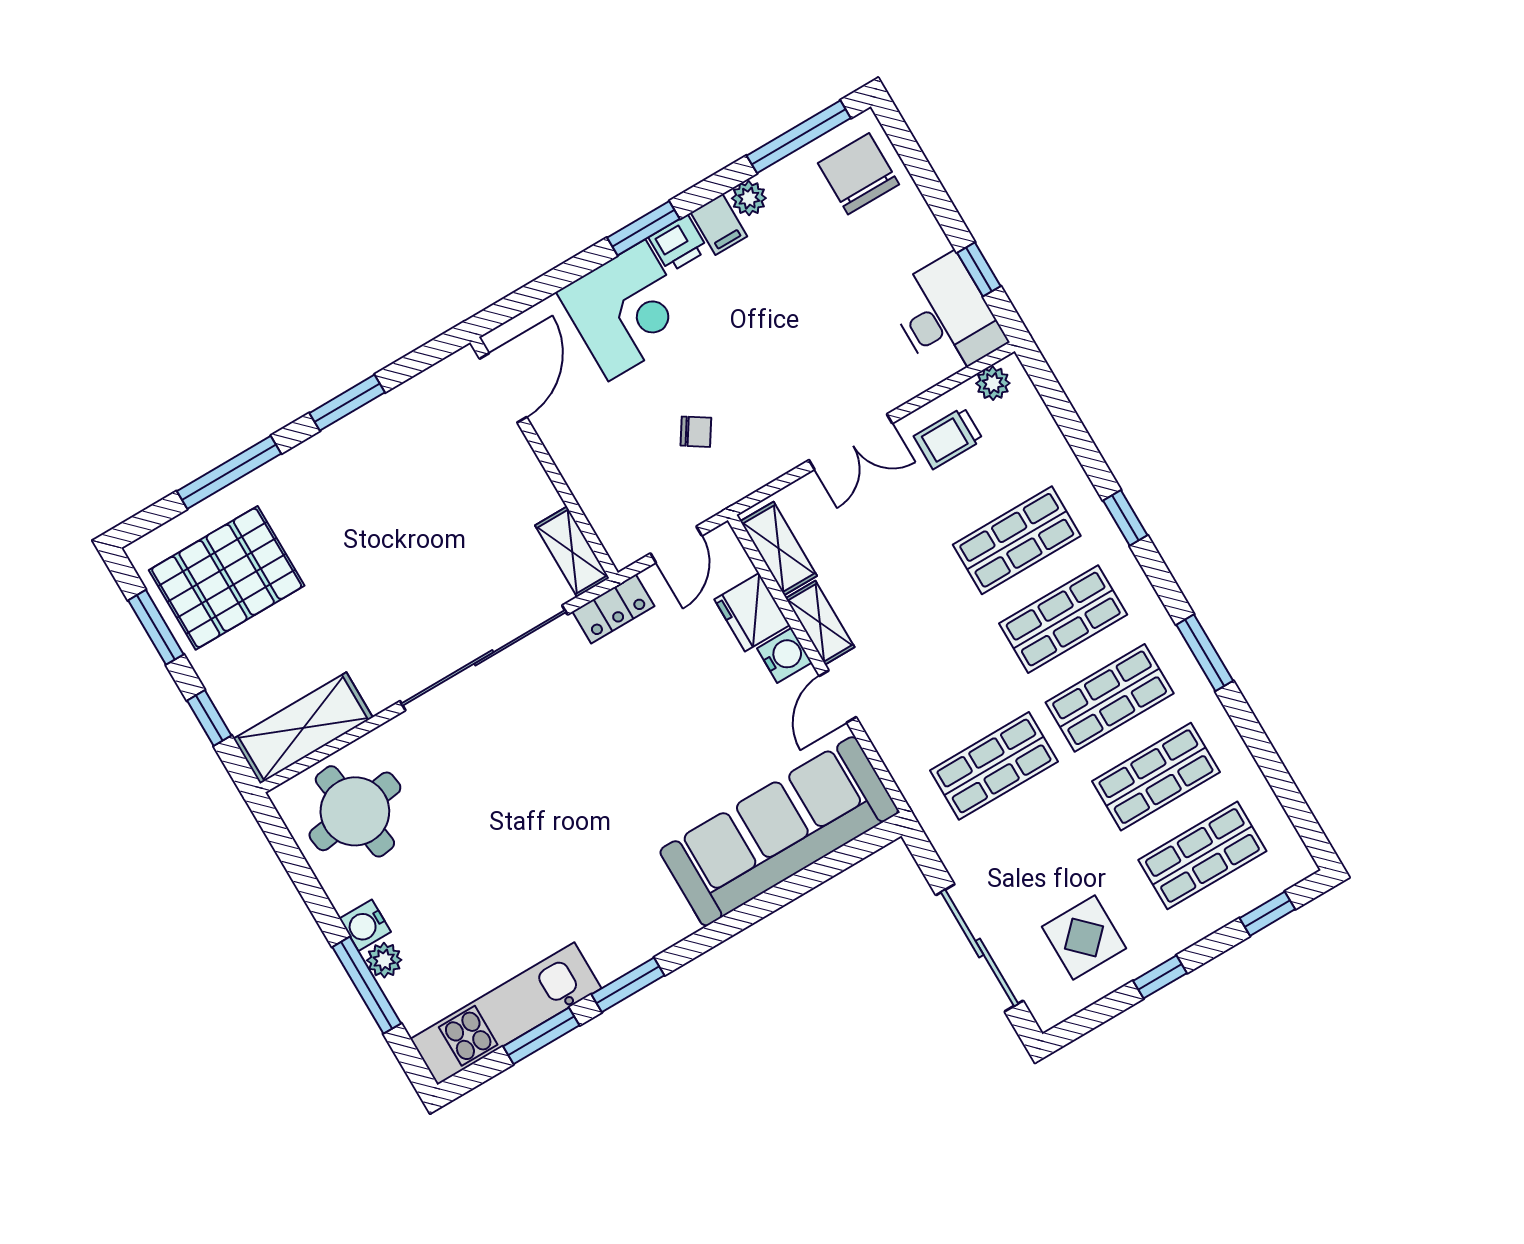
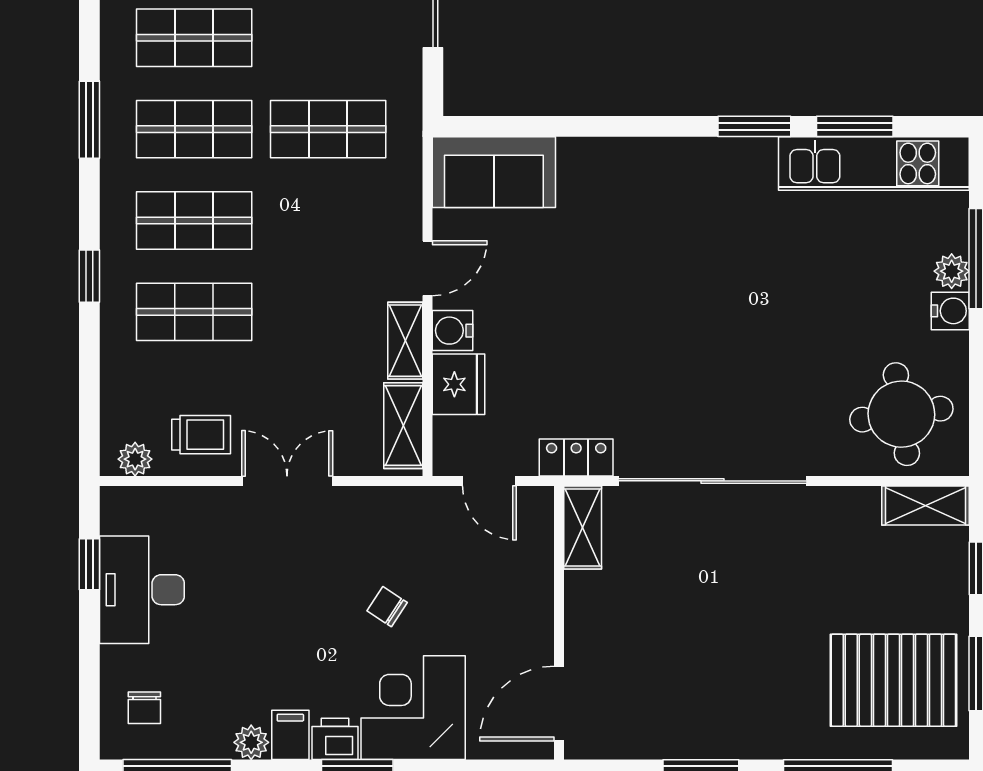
chair: (858, 174) -> (144, 708), width x0.54, depth x0.54
desk: (946, 317) -> (142, 590), moved
chair: (696, 432) -> (387, 607), moved
door: (676, 544) -> (489, 481), swing flipped
shelving: (303, 728) -> (926, 506), width x0.67, depth x0.75
sofa: (779, 831) -> (494, 172), width x0.54, depth x0.79

